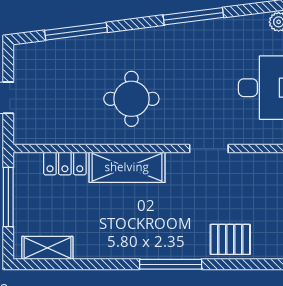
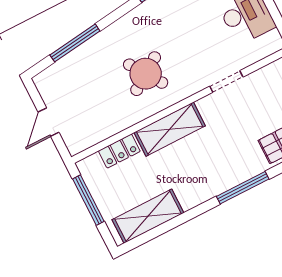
round table: (131, 99) -> (146, 74), turned -34
shelving: (47, 248) -> (148, 216), width x1.50, depth x1.33

